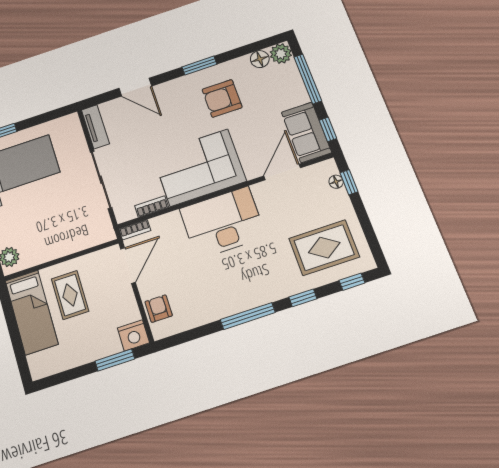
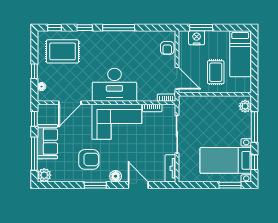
floor lamp: (260, 59) -> (116, 176), moved
sofa: (306, 132) -> (47, 142), moved
window: (349, 182) -> (34, 71), moved
door: (128, 265) -> (177, 78), swing flipped
bed: (32, 312) -> (240, 54), moved, turned 180
nightstand: (133, 335) -> (197, 38), moved

